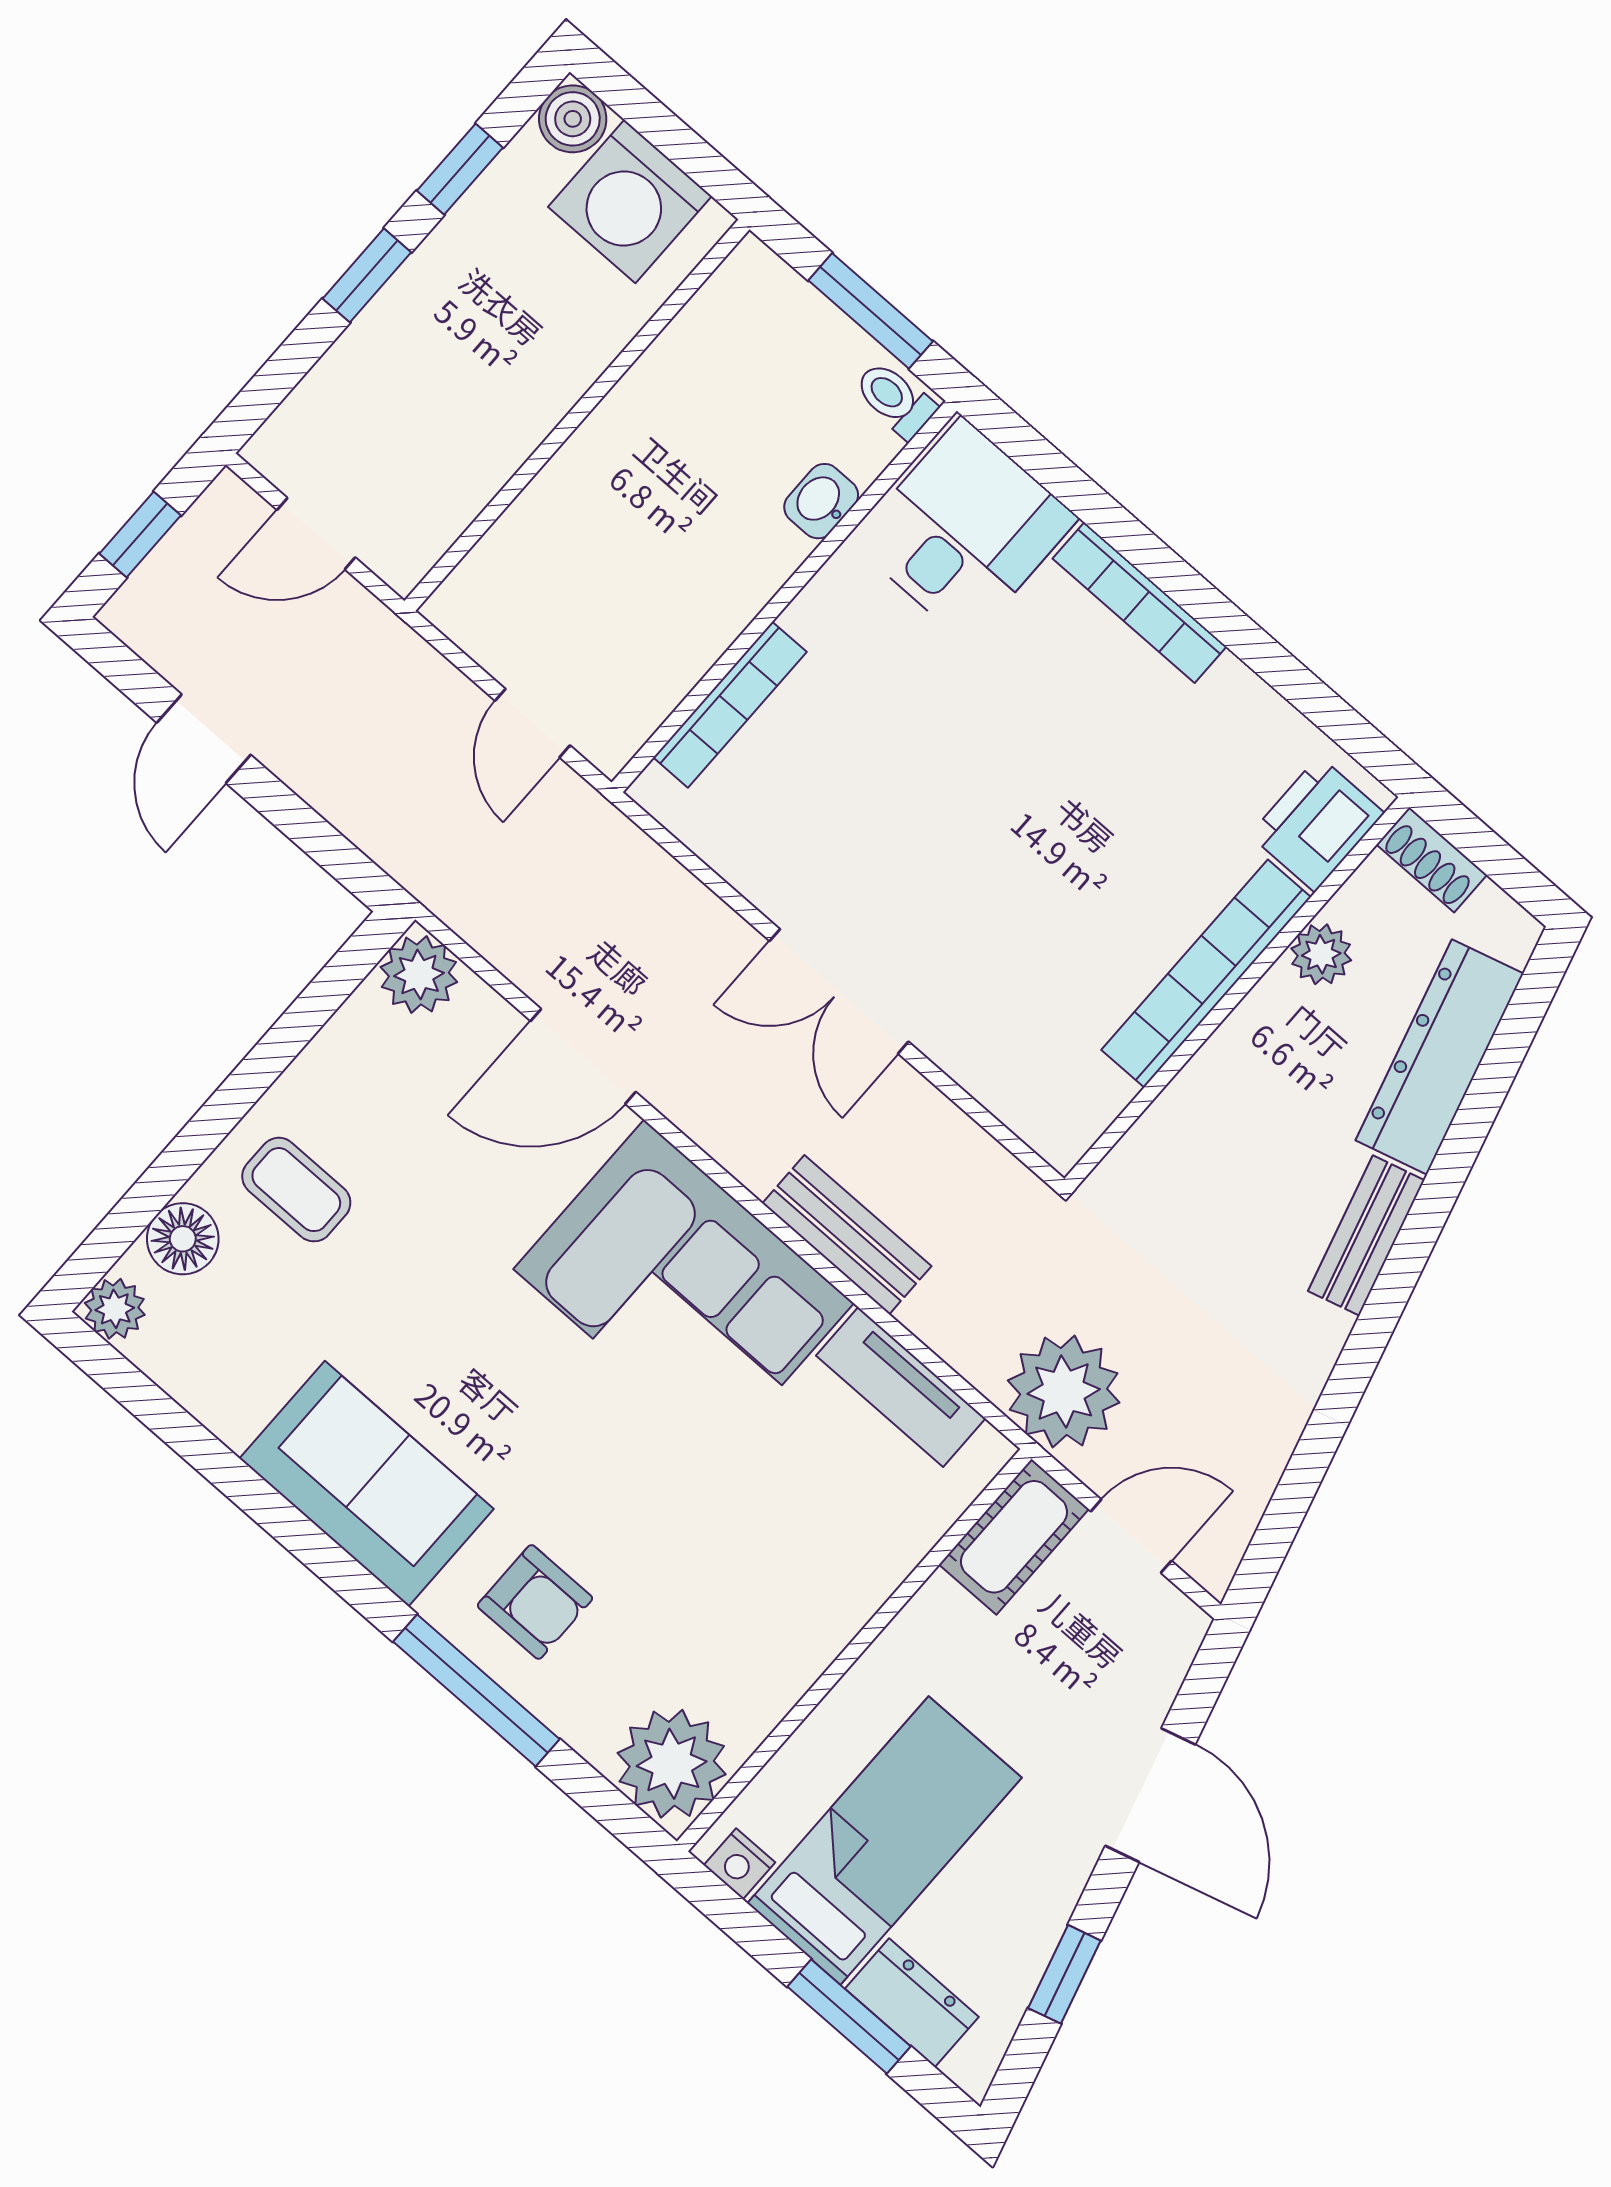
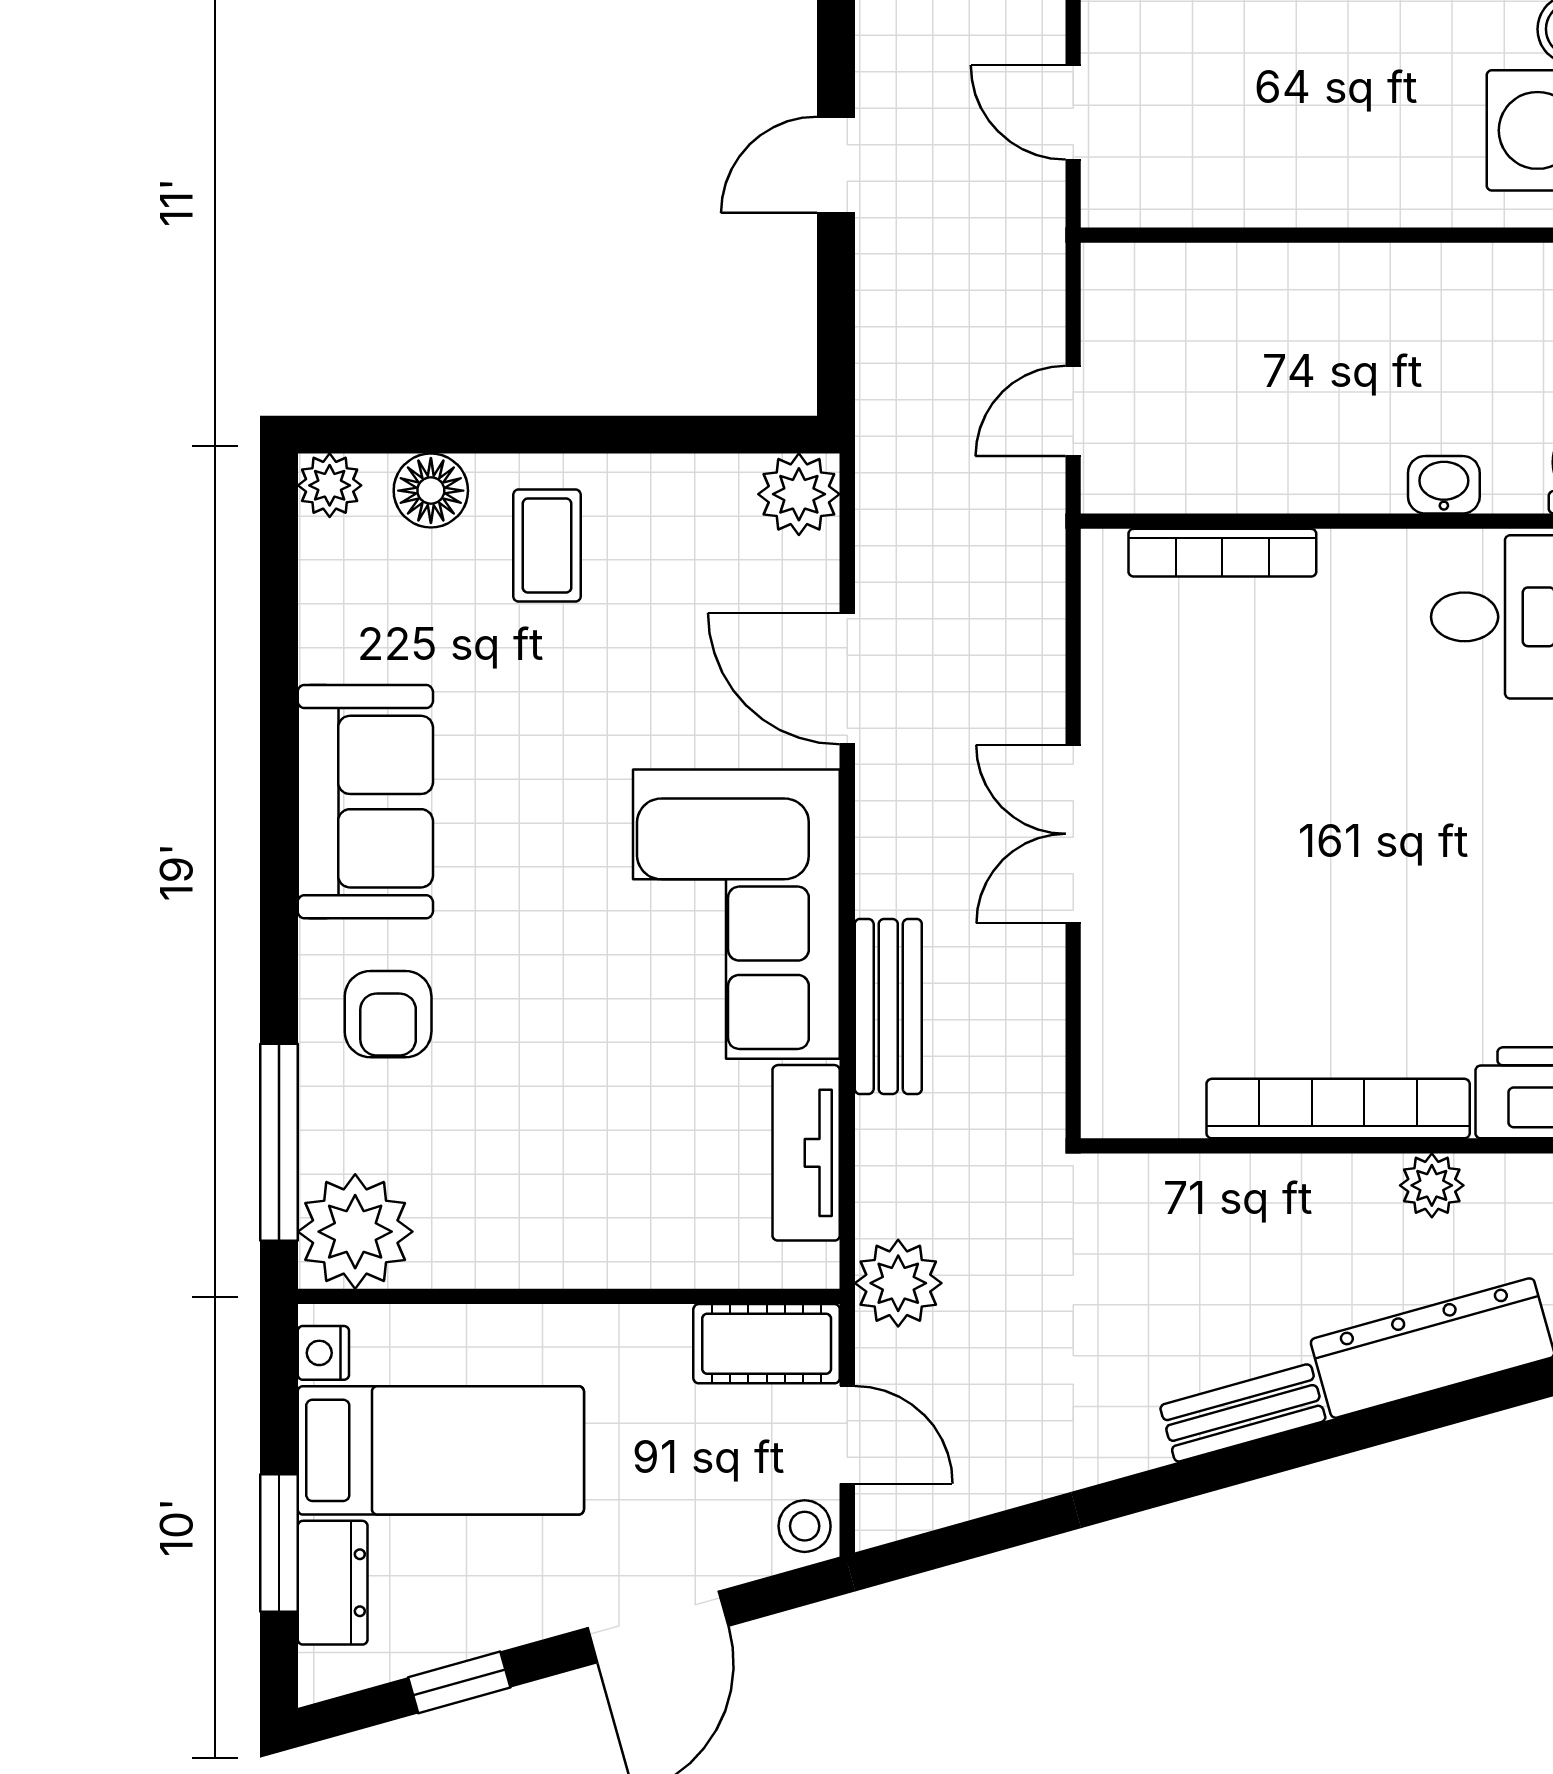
plant: (1064, 1391) -> (898, 1283), width x0.73, depth x0.73
stool: (1170, 1625) -> (805, 1526), added
window: (476, 1690) -> (279, 1142), moved

